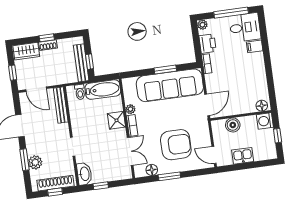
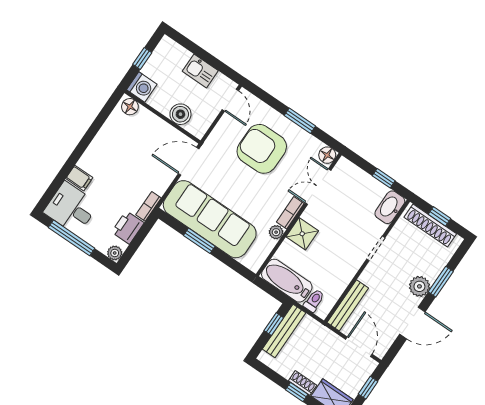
plant: (35, 162) -> (419, 286), moved
floor lamp: (152, 170) -> (327, 155), moved

